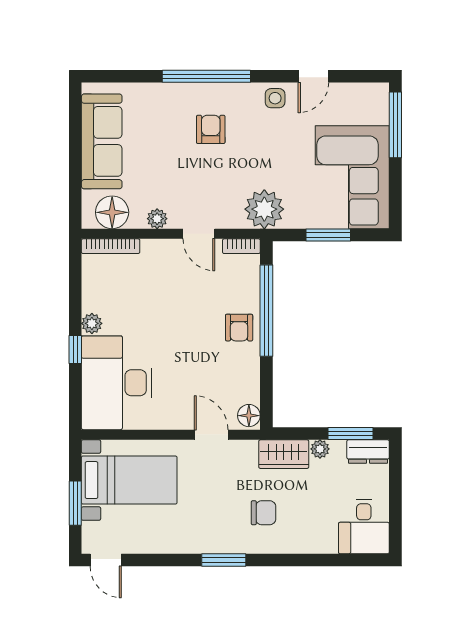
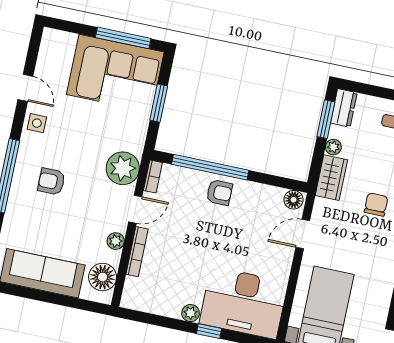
window: (395, 125) -> (123, 38), moved
plant: (264, 209) -> (123, 168), moved
bookcase: (111, 246) -> (137, 252), moved

